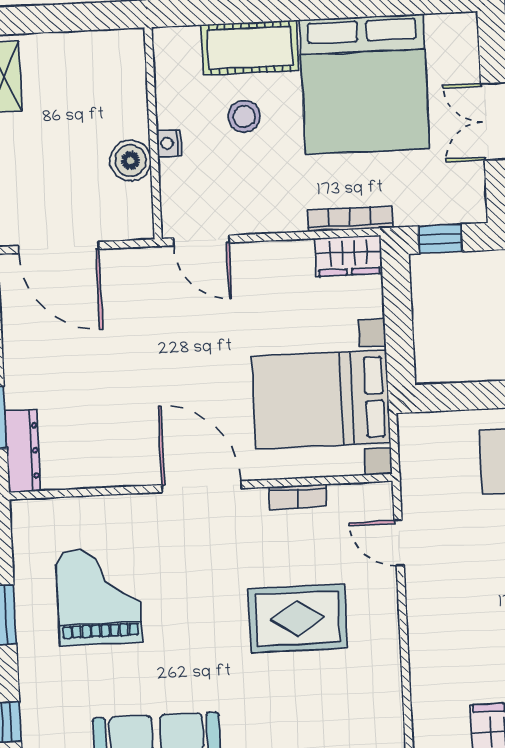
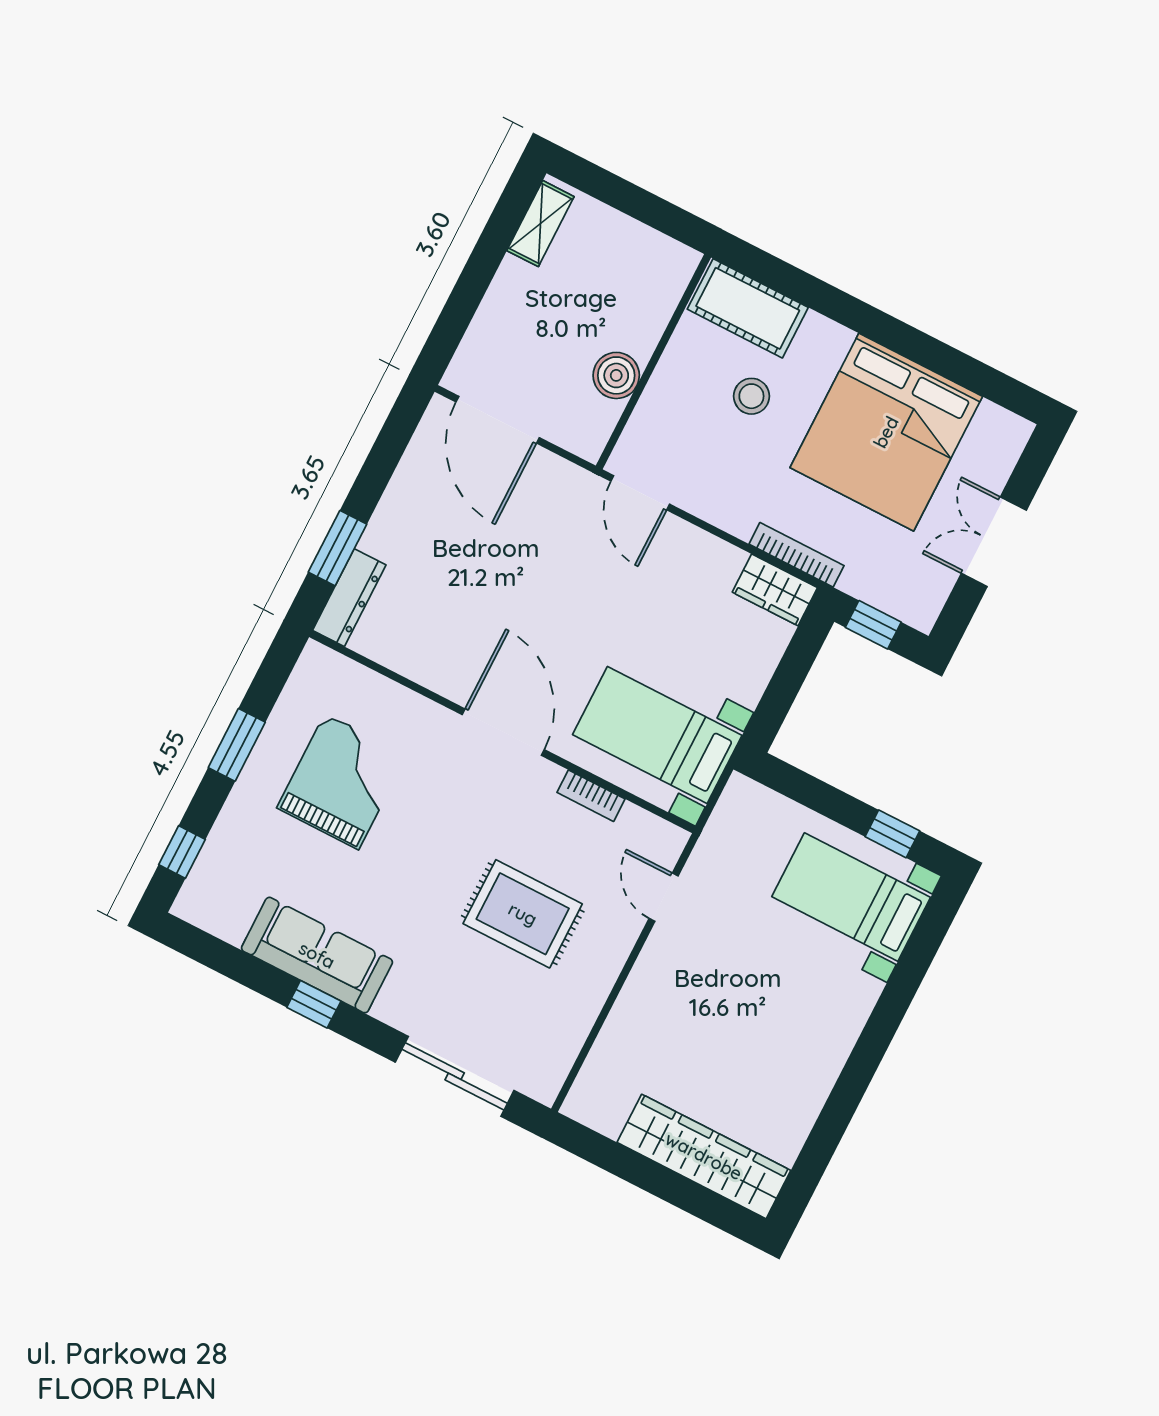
cot: (250, 48) -> (748, 308), moved
nightstand: (169, 143) -> (663, 380), removed
bed with nightstands: (321, 400) -> (657, 735), width x0.73

